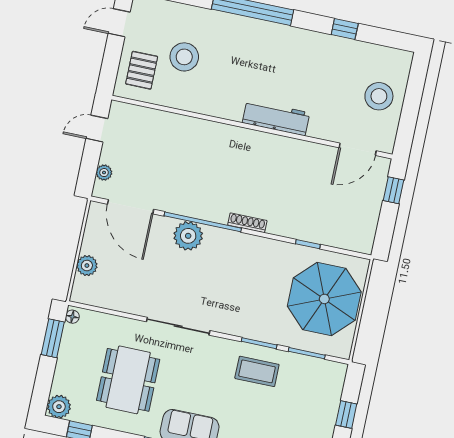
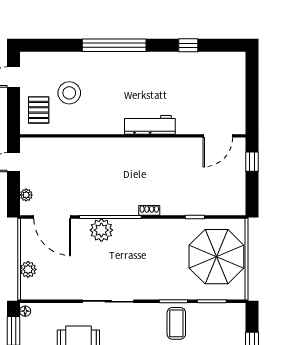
stool: (379, 96) -> (226, 92), removed
shoe rack: (247, 223) -> (149, 210), width x0.70
coffee table: (257, 371) -> (176, 323), turned 90

